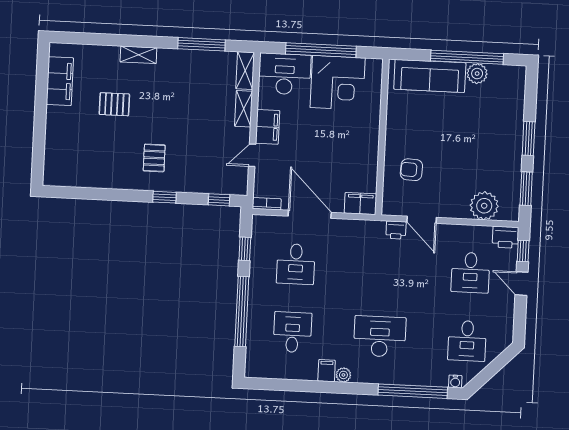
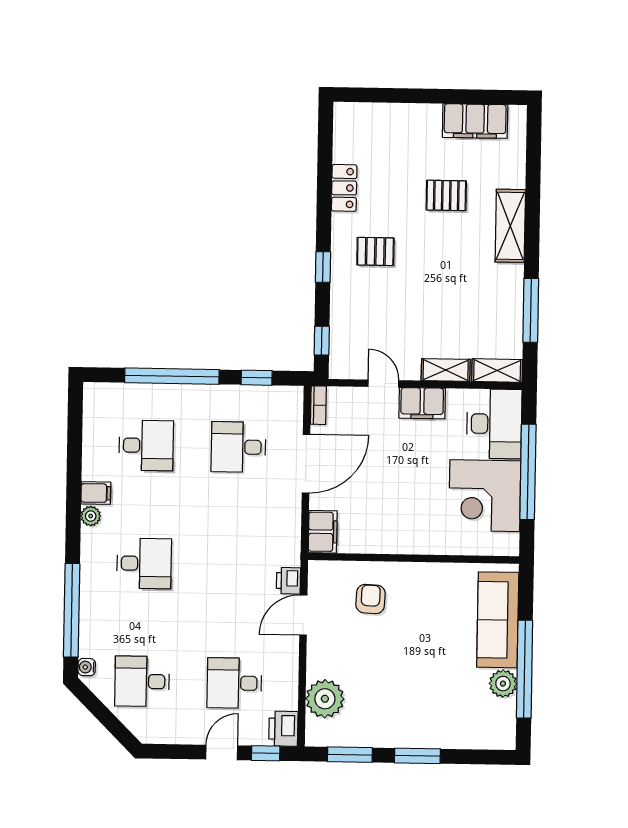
shelving: (138, 55) -> (510, 226), width x1.50, depth x1.33
pallet: (114, 104) -> (446, 195), turned 90
locker: (106, 180) -> (344, 188), added
desk: (380, 336) -> (144, 563), width x0.73

